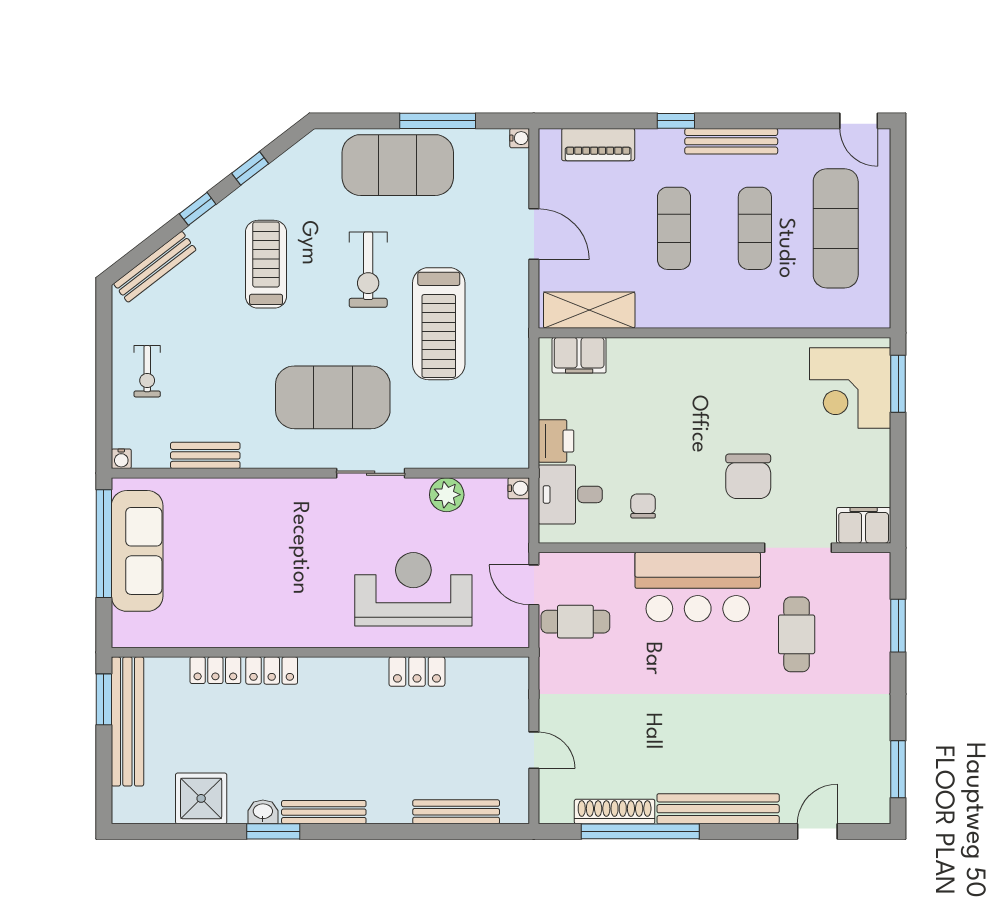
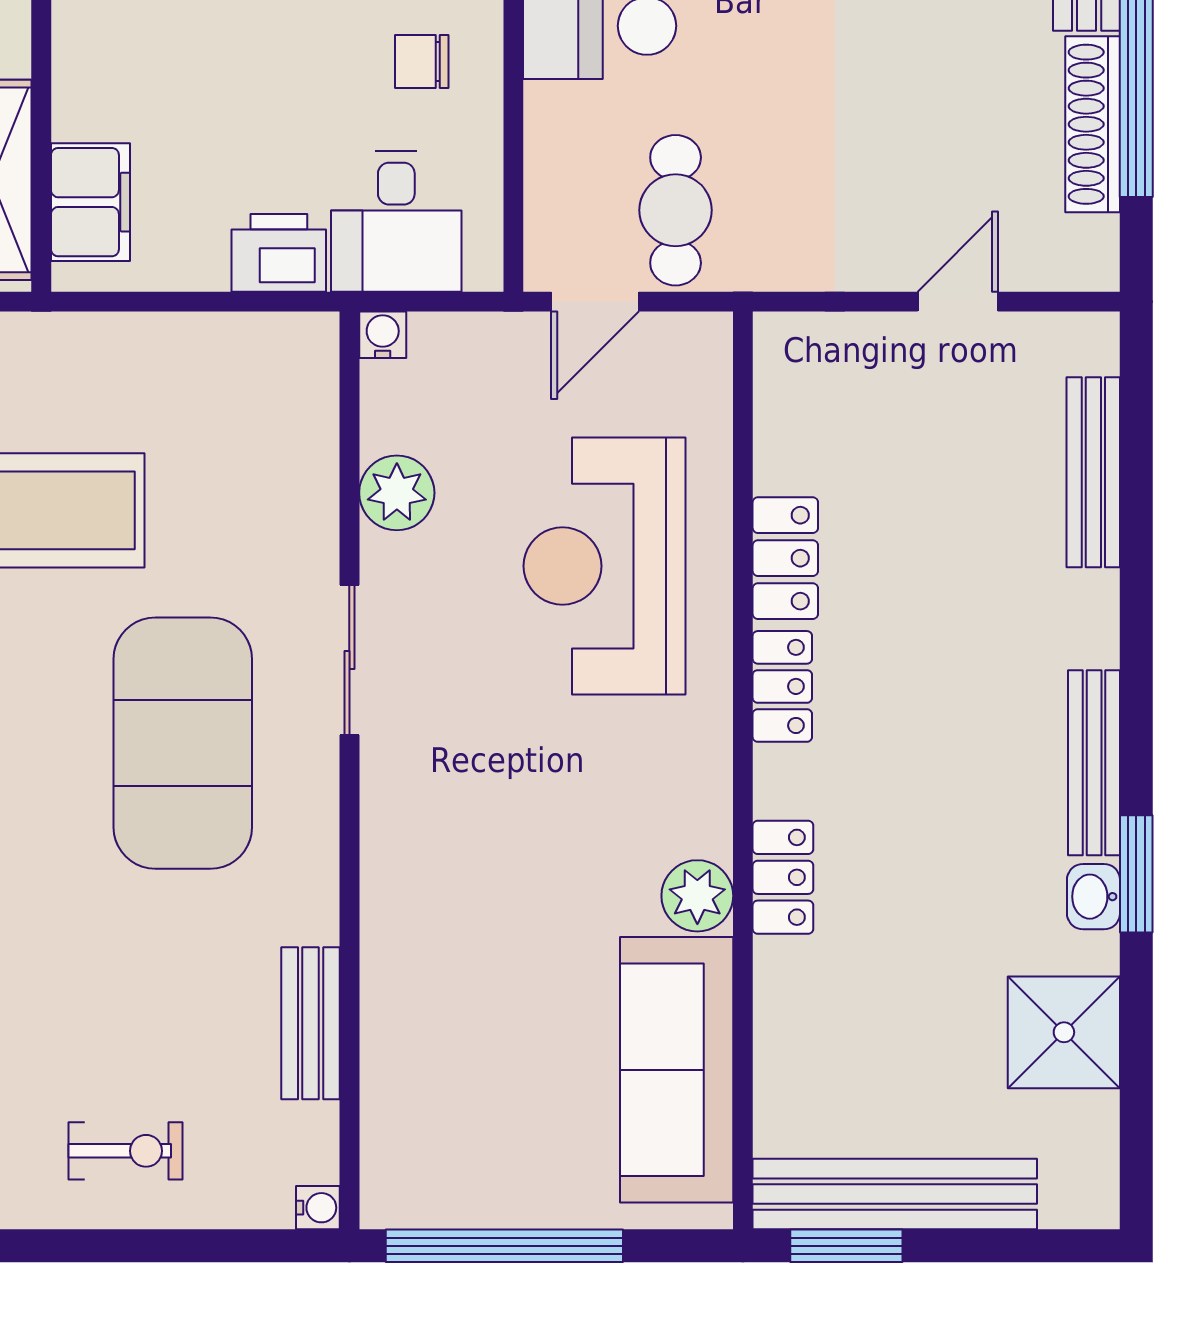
sofa: (137, 551) -> (677, 1070), moved, turned -90
plant: (263, 631) -> (697, 896), added
locker: (215, 670) -> (782, 686), moved

